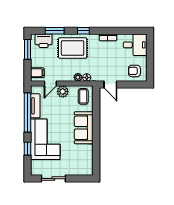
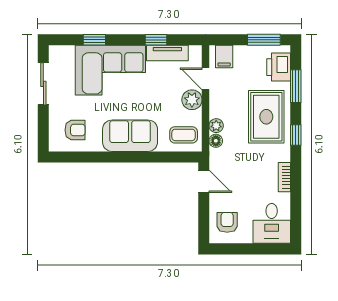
door: (110, 85) -> (204, 181), swing flipped
window: (28, 112) -> (156, 40), width x0.32
armchair: (80, 160) -> (75, 130), added

